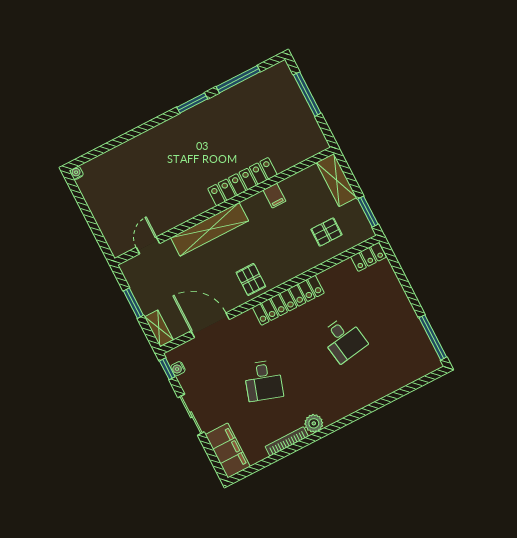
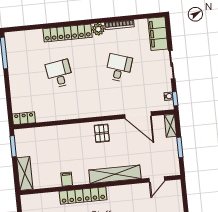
pallet: (326, 232) -> (44, 144), removed
locker: (288, 300) -> (68, 33), moved, turned 180

